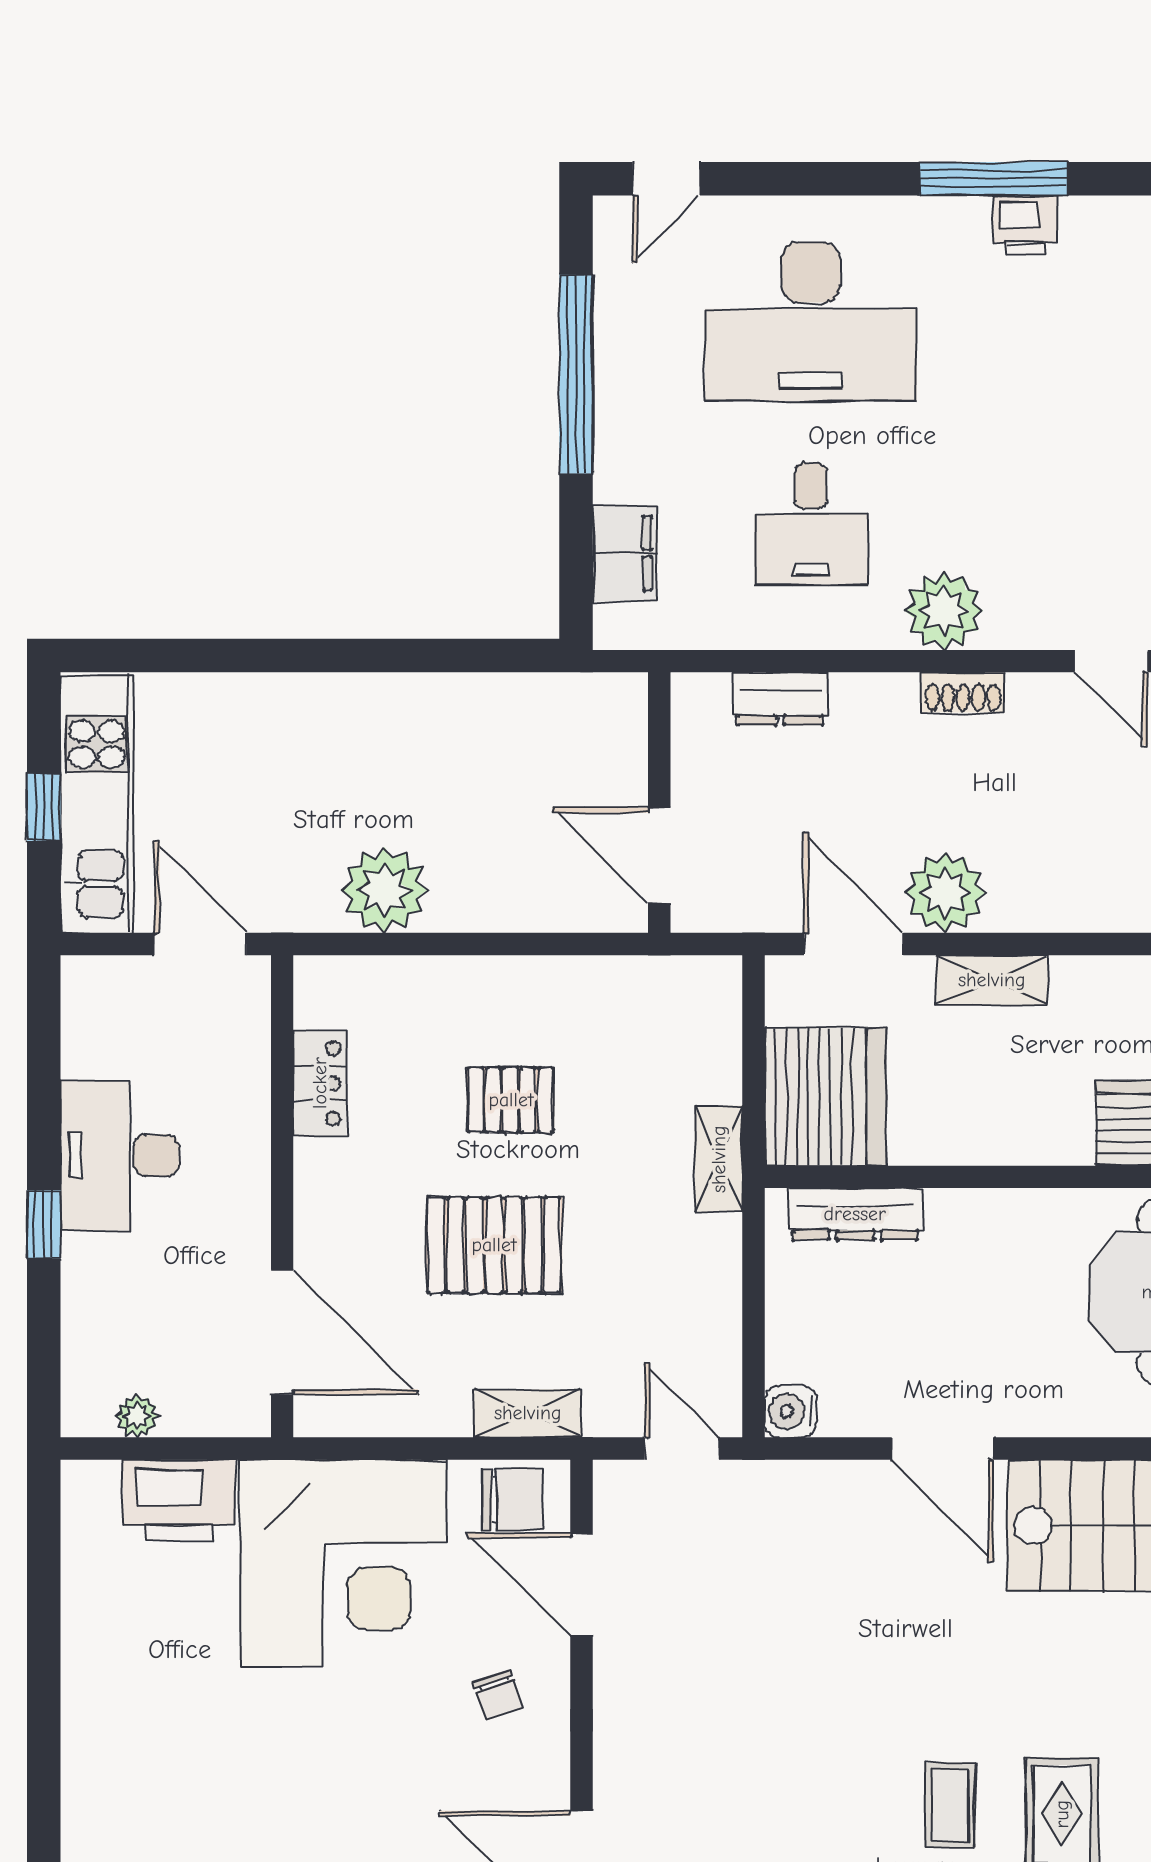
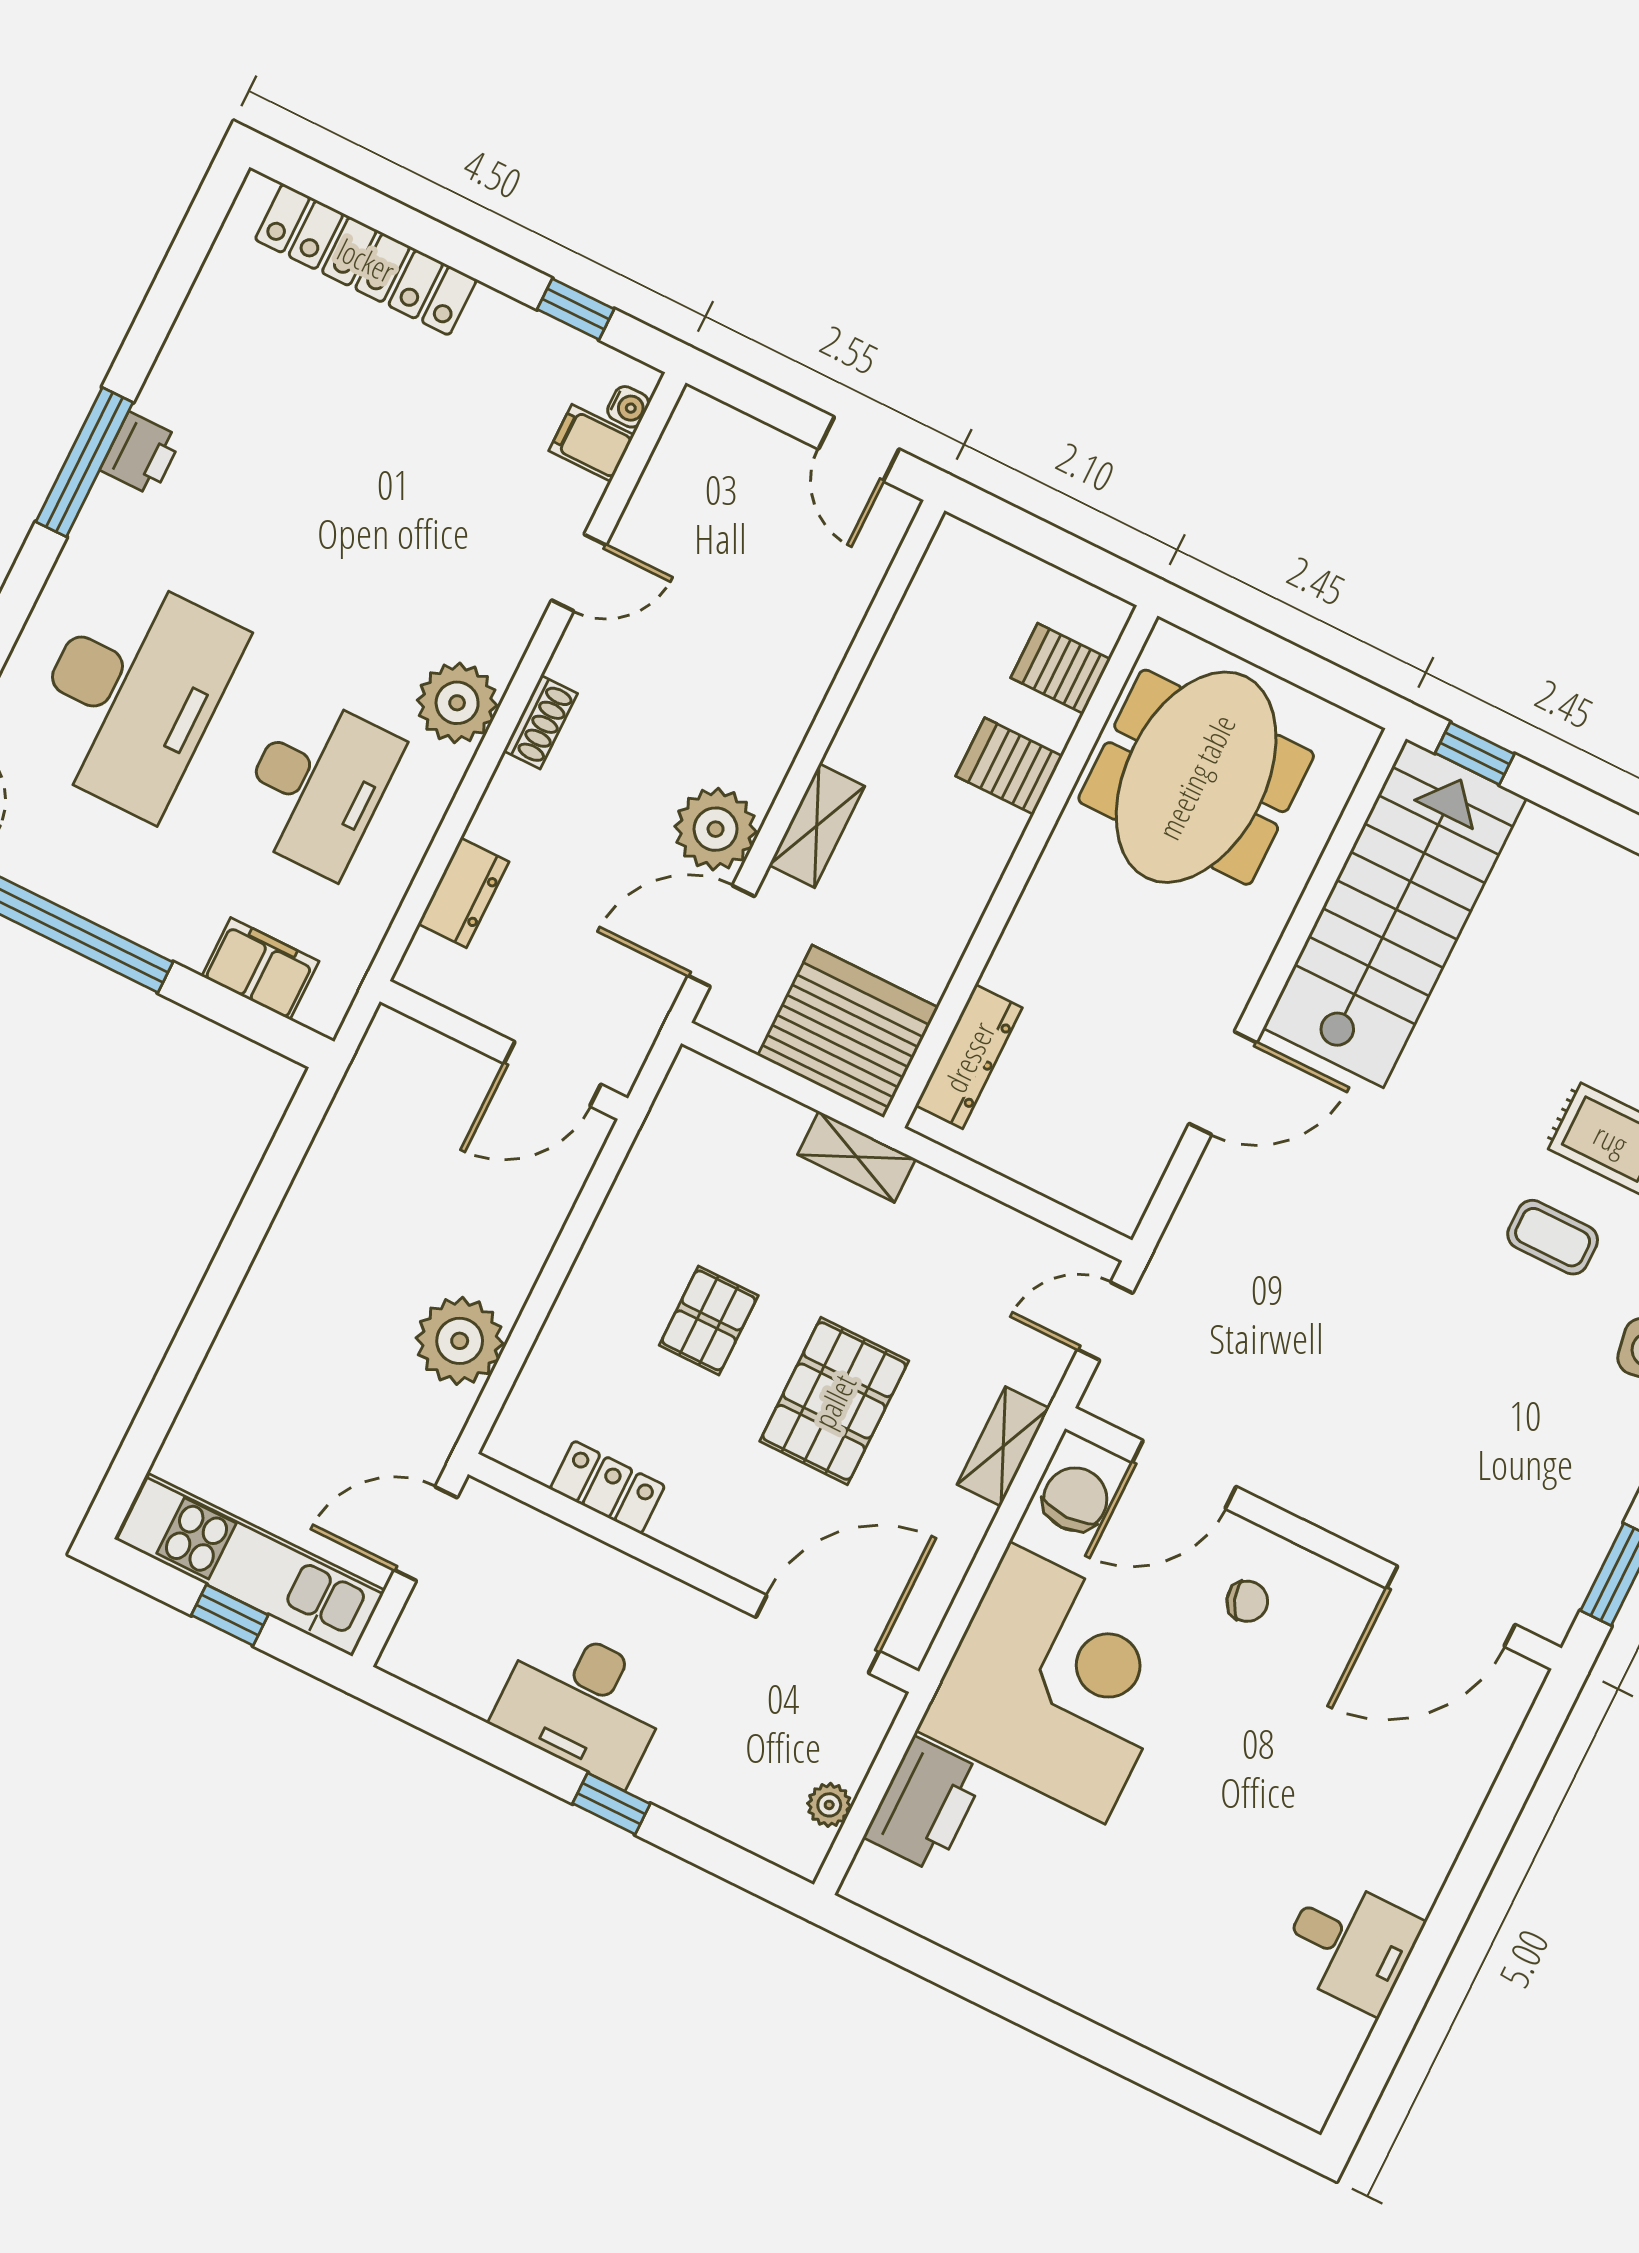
desk: (811, 524) -> (318, 785), width x1.37
water cooler: (791, 1411) -> (1120, 1205), removed

